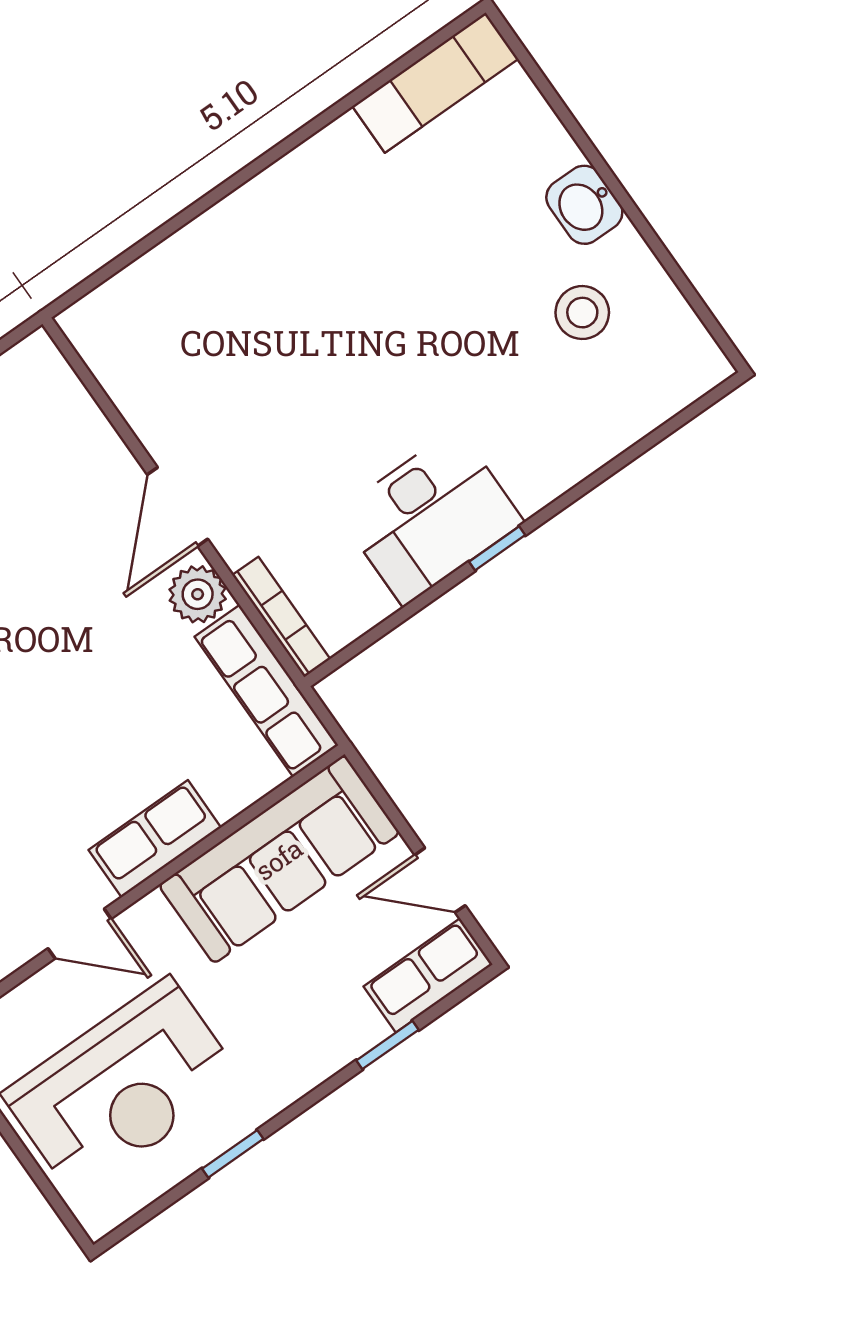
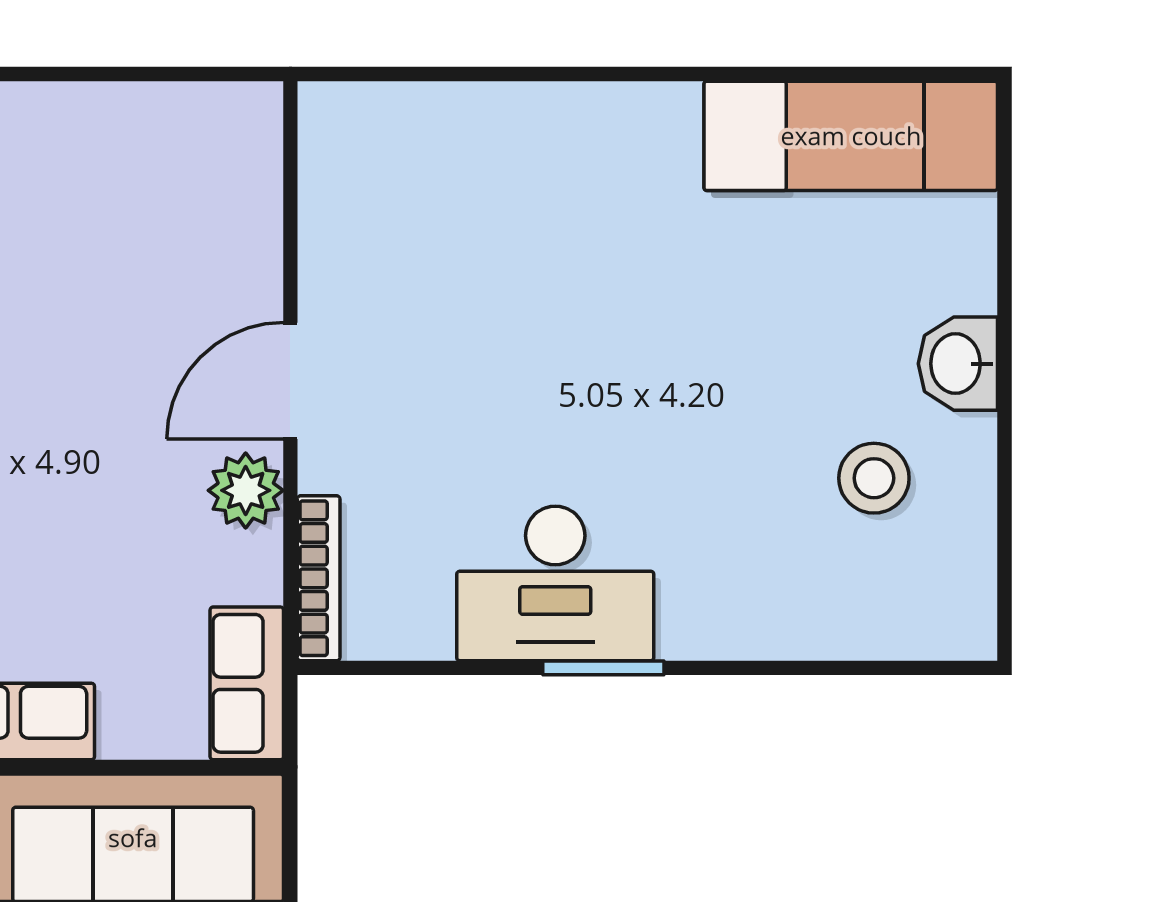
exam couch: (435, 83) -> (851, 136), width x1.36, depth x1.45
window: (497, 548) -> (603, 668), width x1.50
row of seats: (266, 691) -> (247, 683), width x0.68

